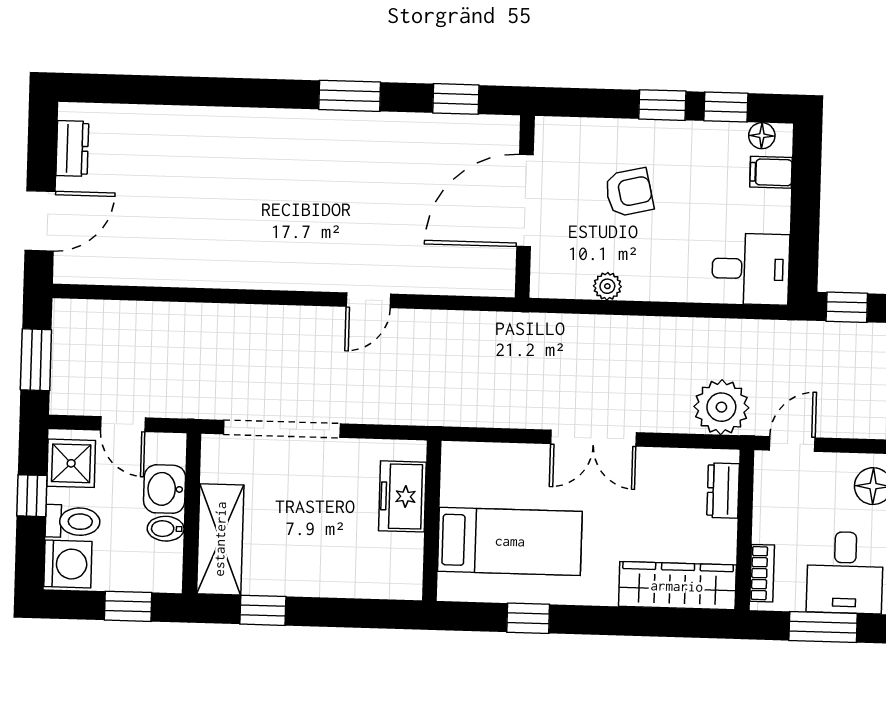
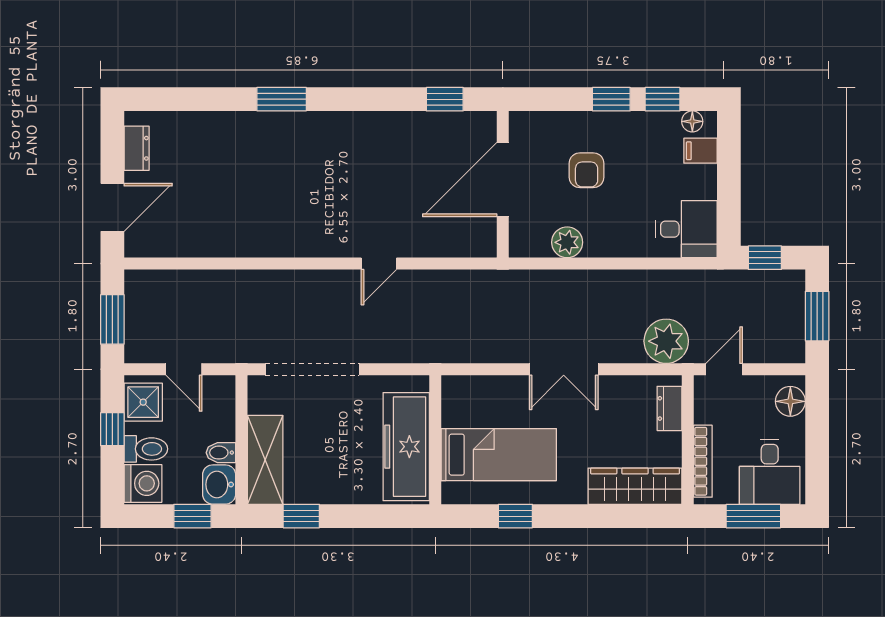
window: (350, 96) -> (282, 99), moved
armchair: (629, 192) -> (587, 170), turned 103
plant: (607, 286) -> (567, 242), width x1.38, depth x1.38
washbasin: (165, 489) -> (219, 484), moved
freezer: (402, 496) -> (406, 447), width x1.91, depth x1.26
bookcase: (762, 573) -> (703, 461), width x1.56

